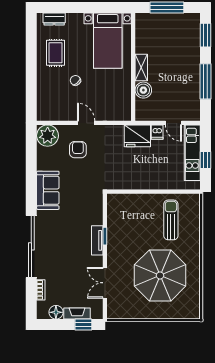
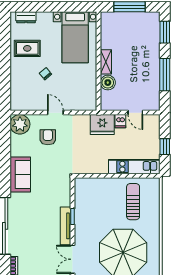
rug: (56, 53) -> (27, 48), turned 90
kitchen unit: (192, 153) -> (134, 167), moved, turned 90
tv unit: (97, 240) -> (66, 226), width x1.41

